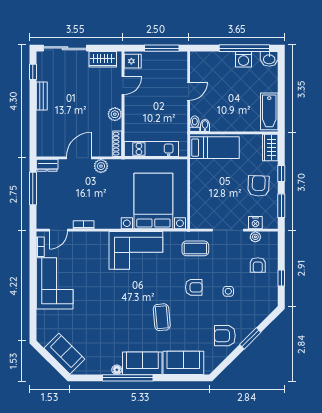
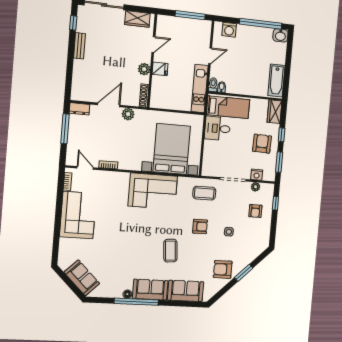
washing machine: (244, 59) -> (229, 30), moved
fridge: (133, 61) -> (160, 69), moved
kitchen unit: (151, 149) -> (200, 88), moved, turned -90
desk: (204, 173) -> (217, 128), added
door: (58, 230) -> (85, 168), swing flipped
window: (281, 278) -> (275, 203), moved

